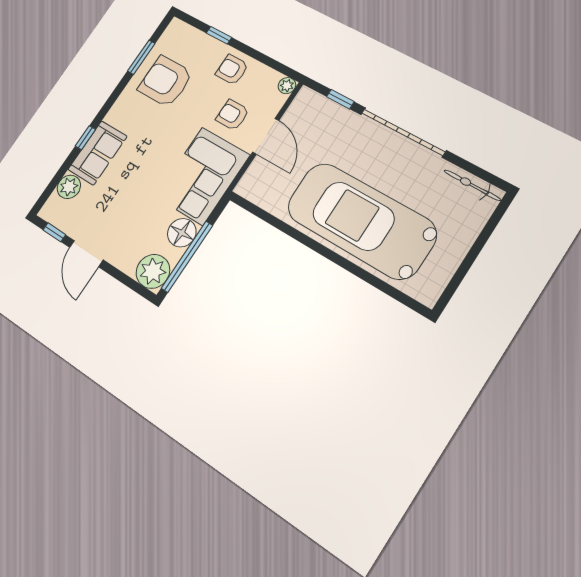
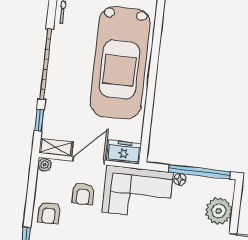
shelving: (300, 106) -> (56, 148), added
freezer: (255, 180) -> (124, 152), added
floor lamp: (182, 233) -> (180, 179), width x0.53, depth x0.53
plant: (153, 271) -> (219, 211), moved

